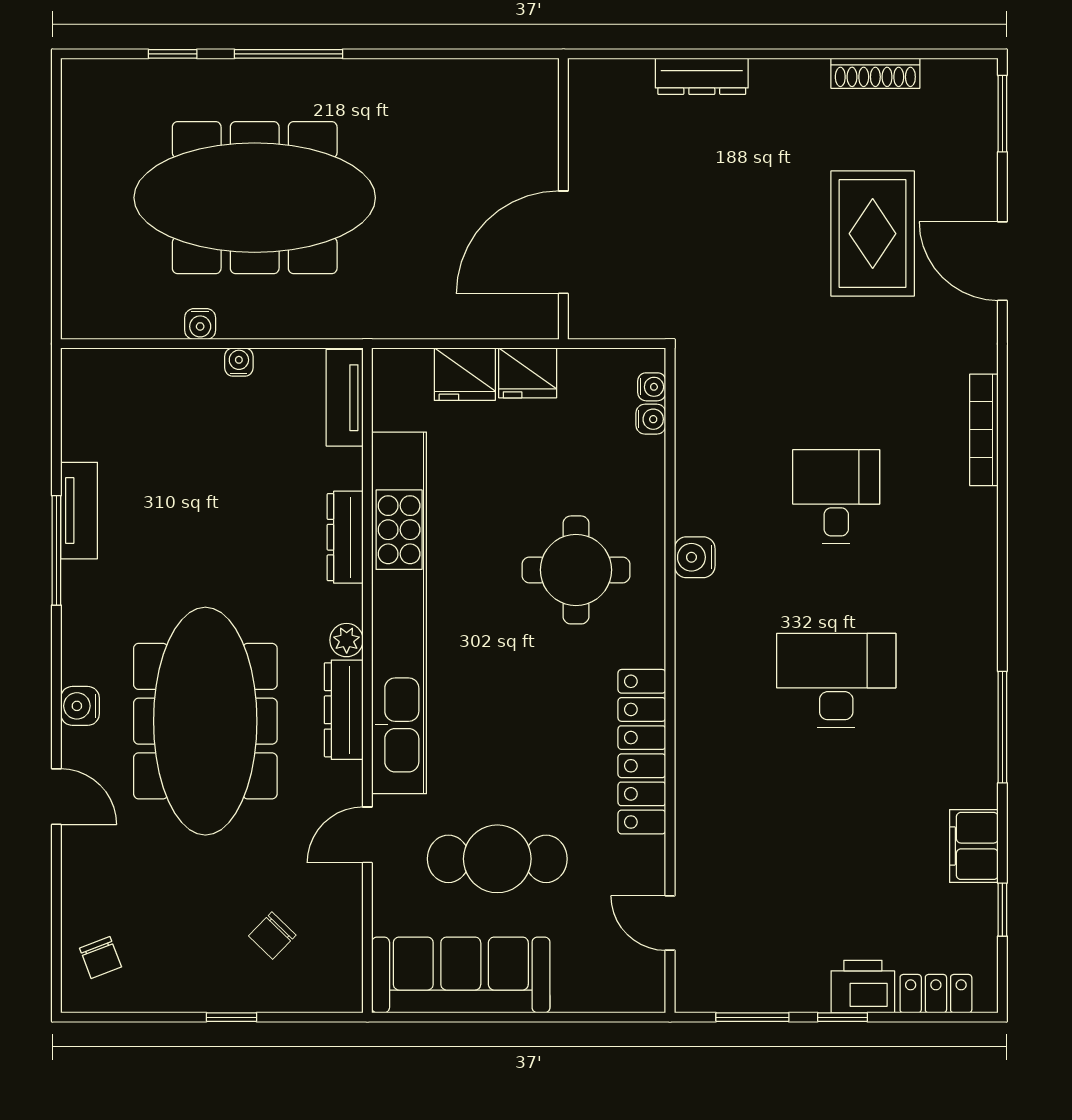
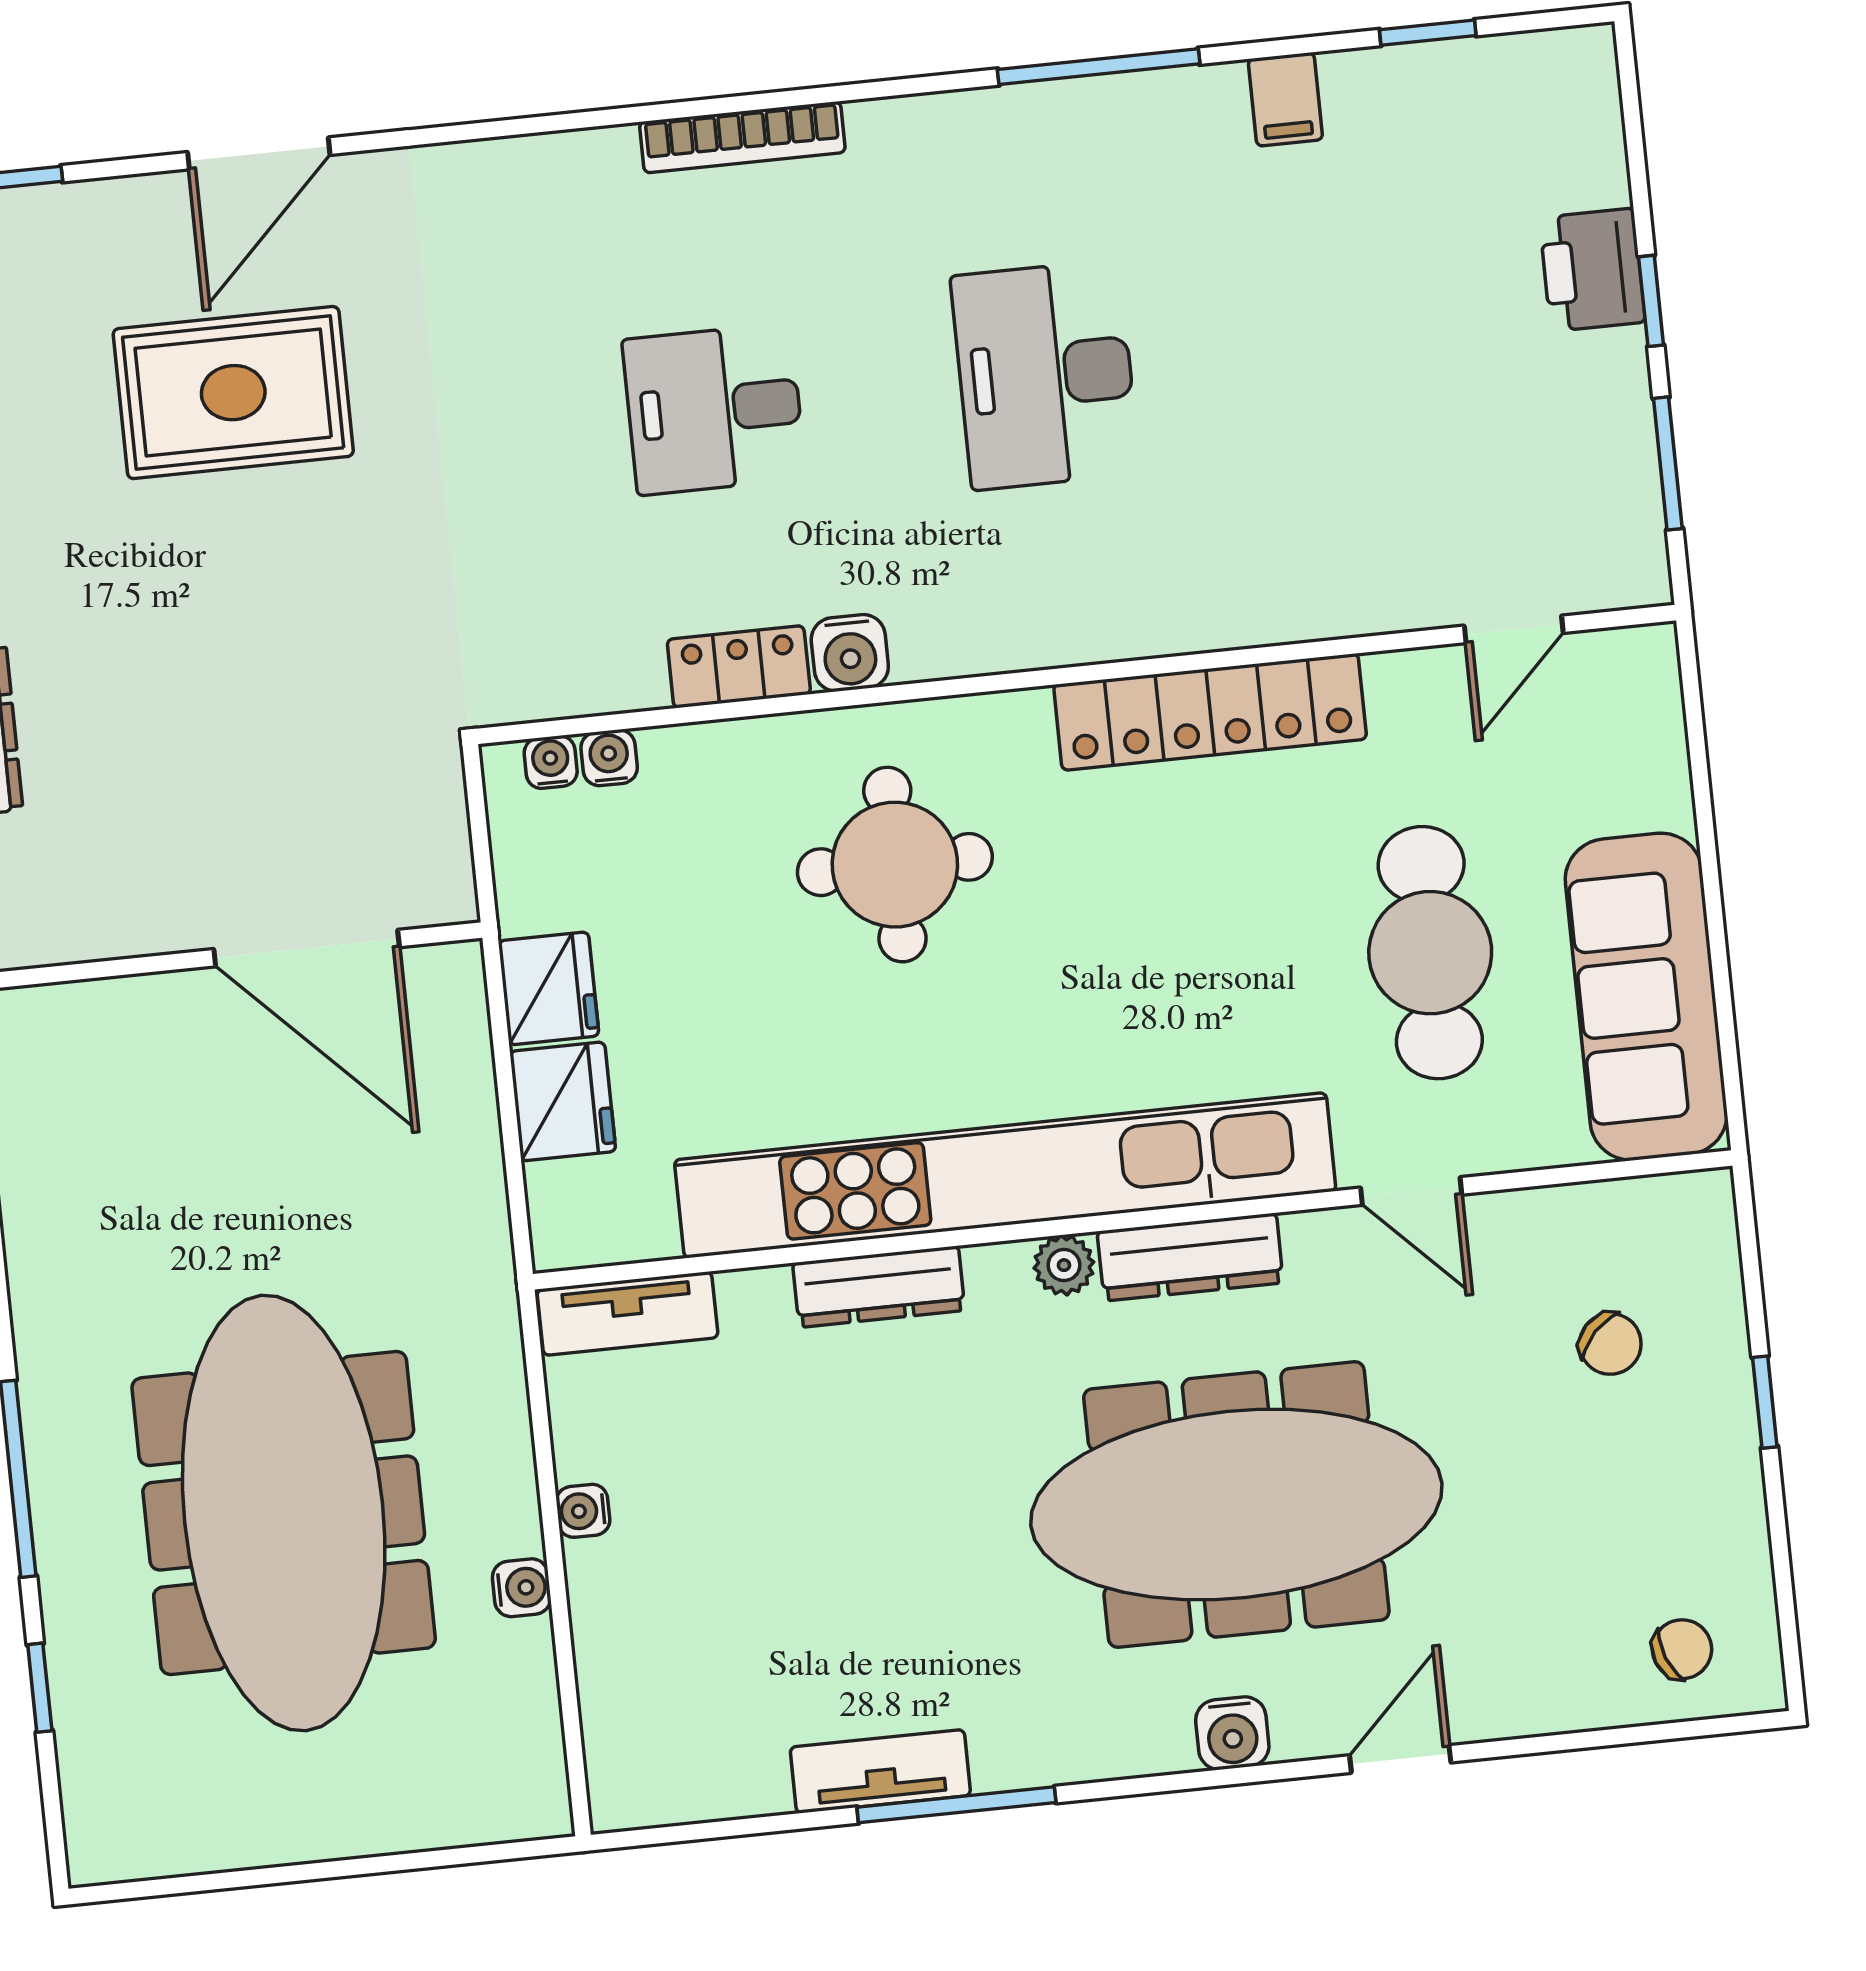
bookcase: (984, 430) -> (742, 137), moved
filing cabinet: (974, 846) -> (1285, 99), width x0.50
locker: (936, 994) -> (739, 667), moved, turned 90

